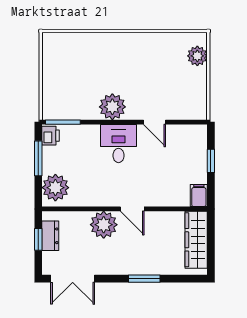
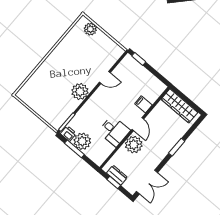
desk: (119, 144) -> (114, 131), moved, turned 180
window: (211, 161) -> (139, 59), moved
plant: (55, 188) -> (82, 141), moved
filing cabinet: (199, 195) -> (143, 104), moved
door: (132, 209) -> (138, 124), hinge flipped

